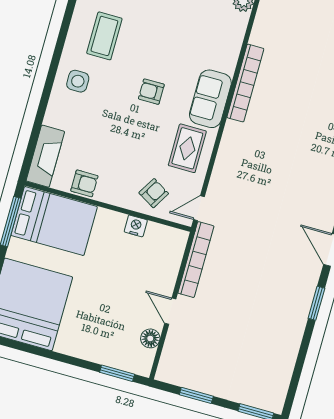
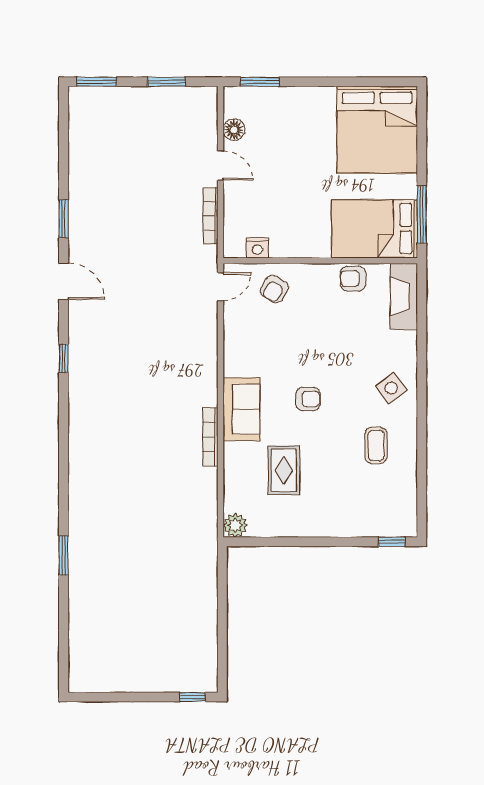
coffee table: (104, 36) -> (376, 445), width x0.73, depth x0.77
side table: (78, 81) -> (391, 388), turned -36
bookcase: (245, 83) -> (210, 437), width x0.68, depth x0.76
rug: (187, 148) -> (284, 470), moved
nightstand: (136, 226) -> (257, 248), moved
bookcase: (196, 260) -> (211, 216), width x0.68, depth x0.76

